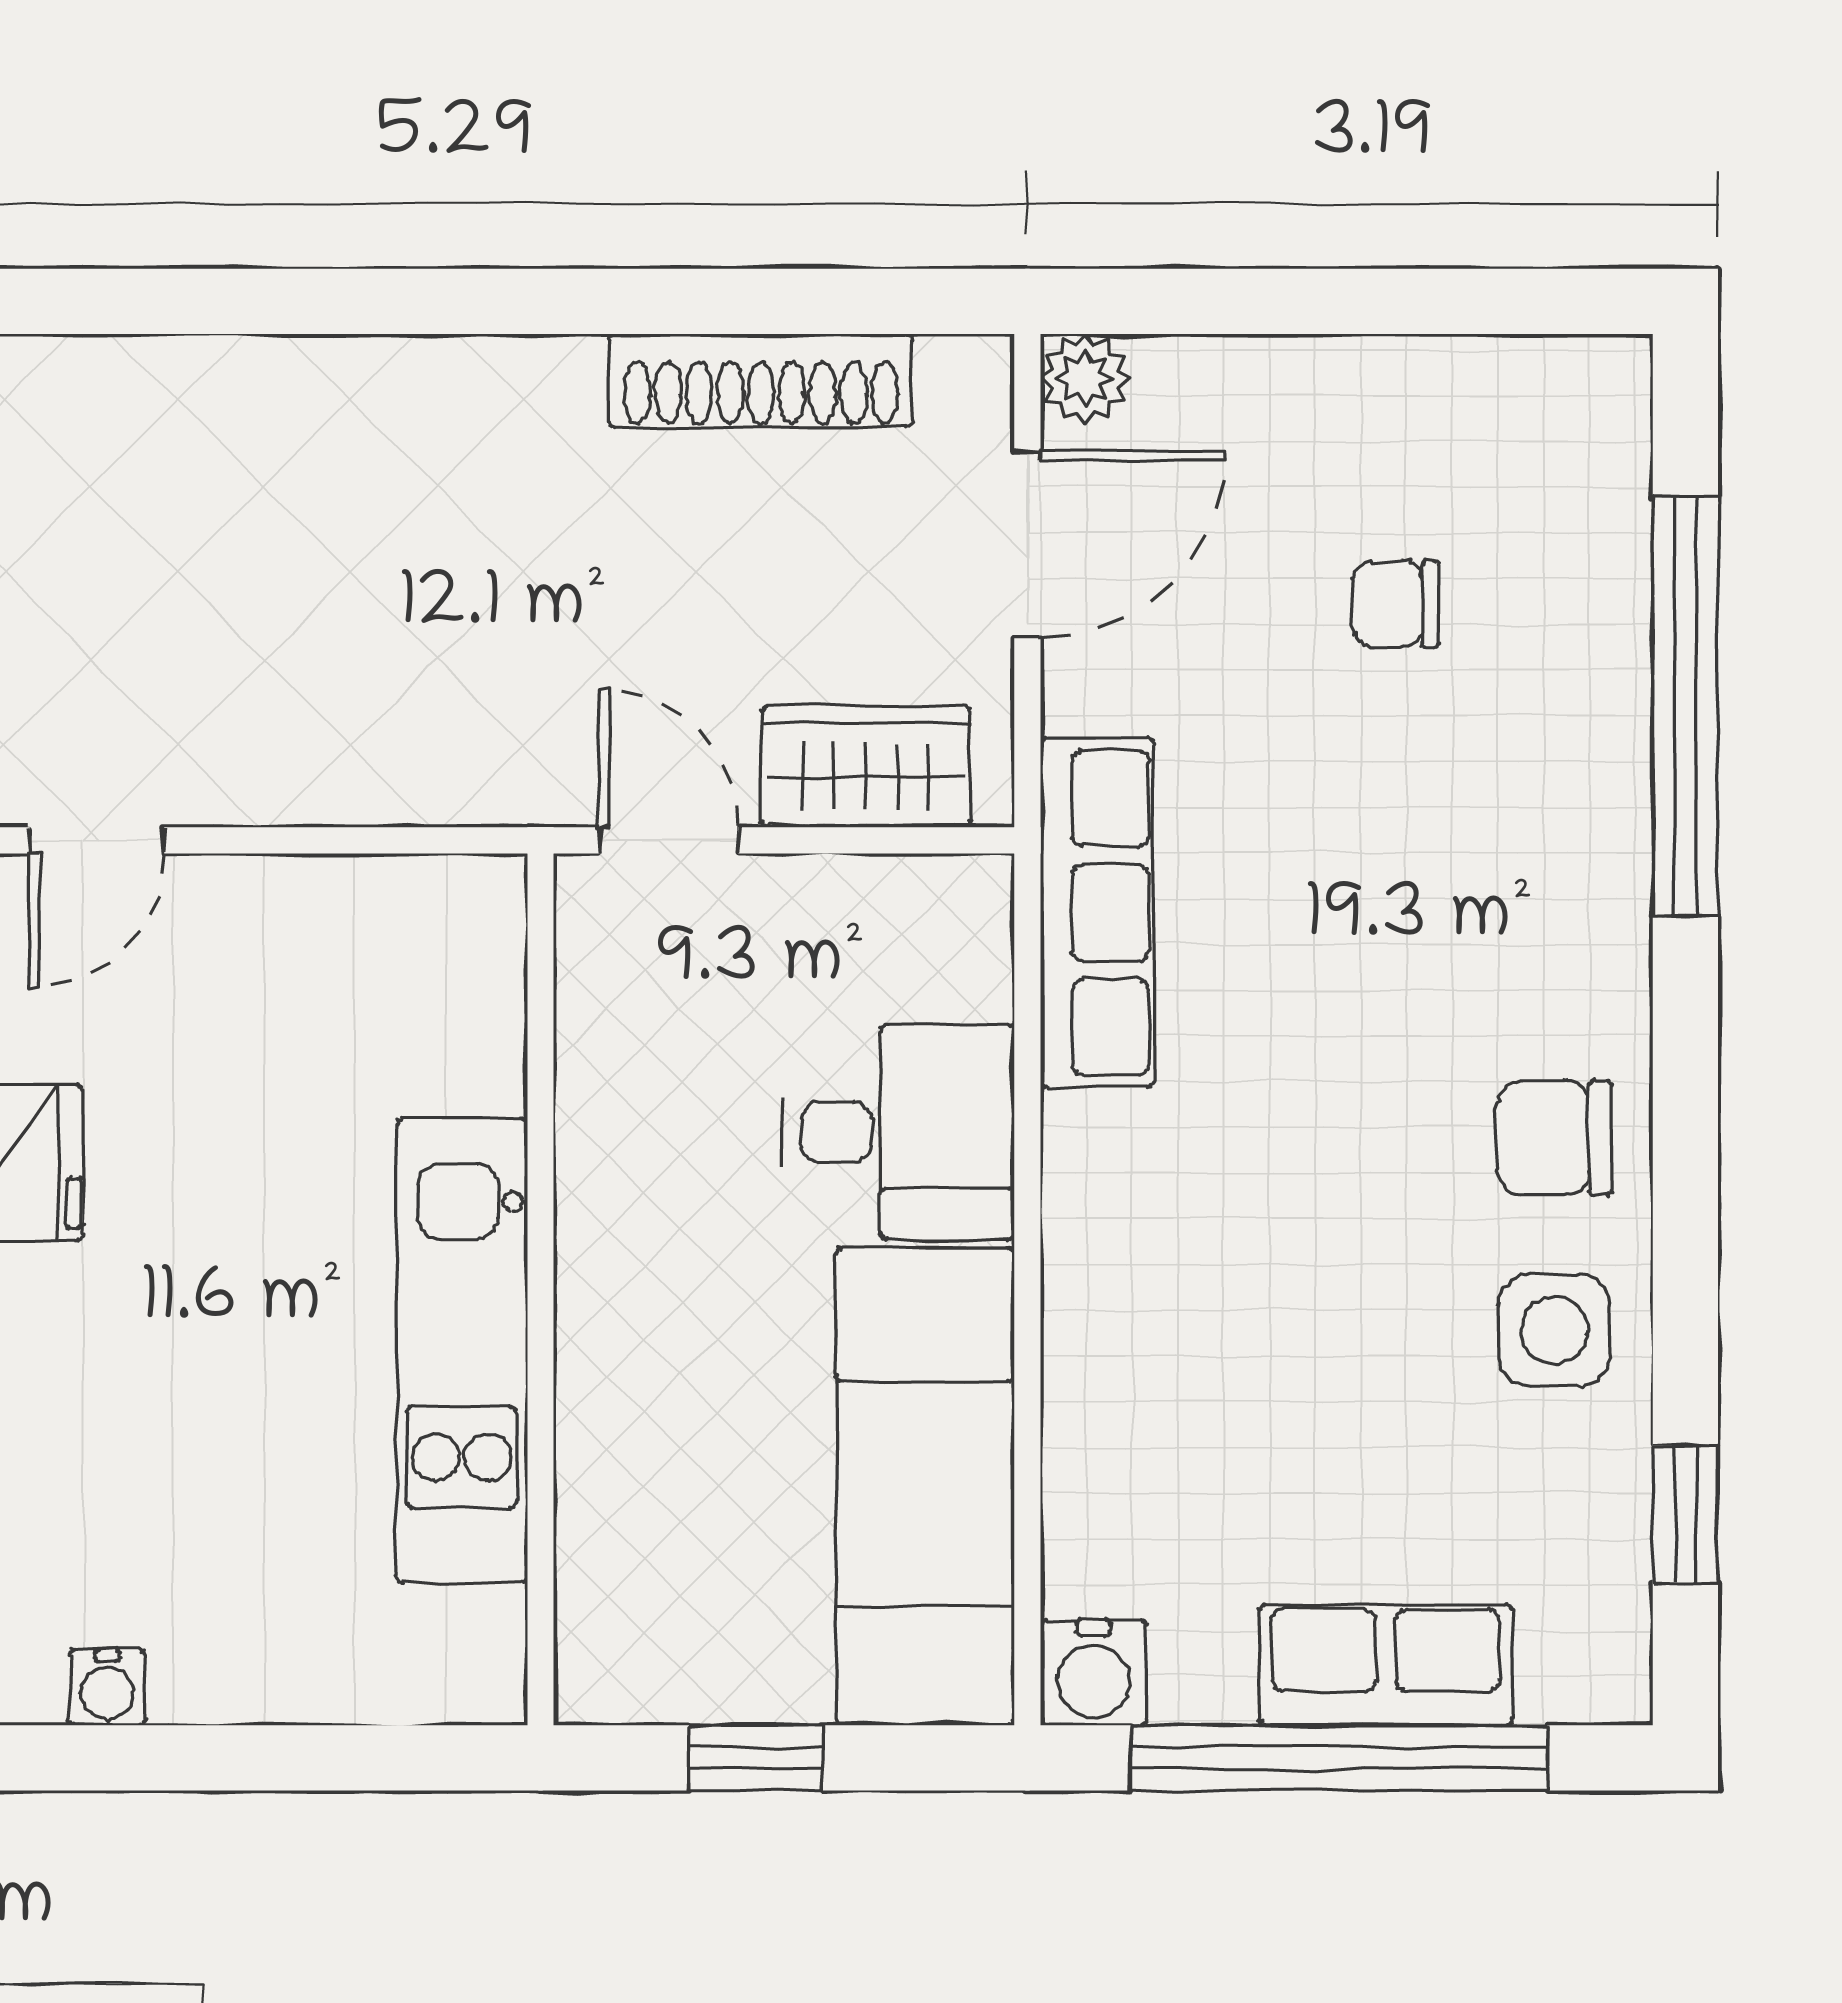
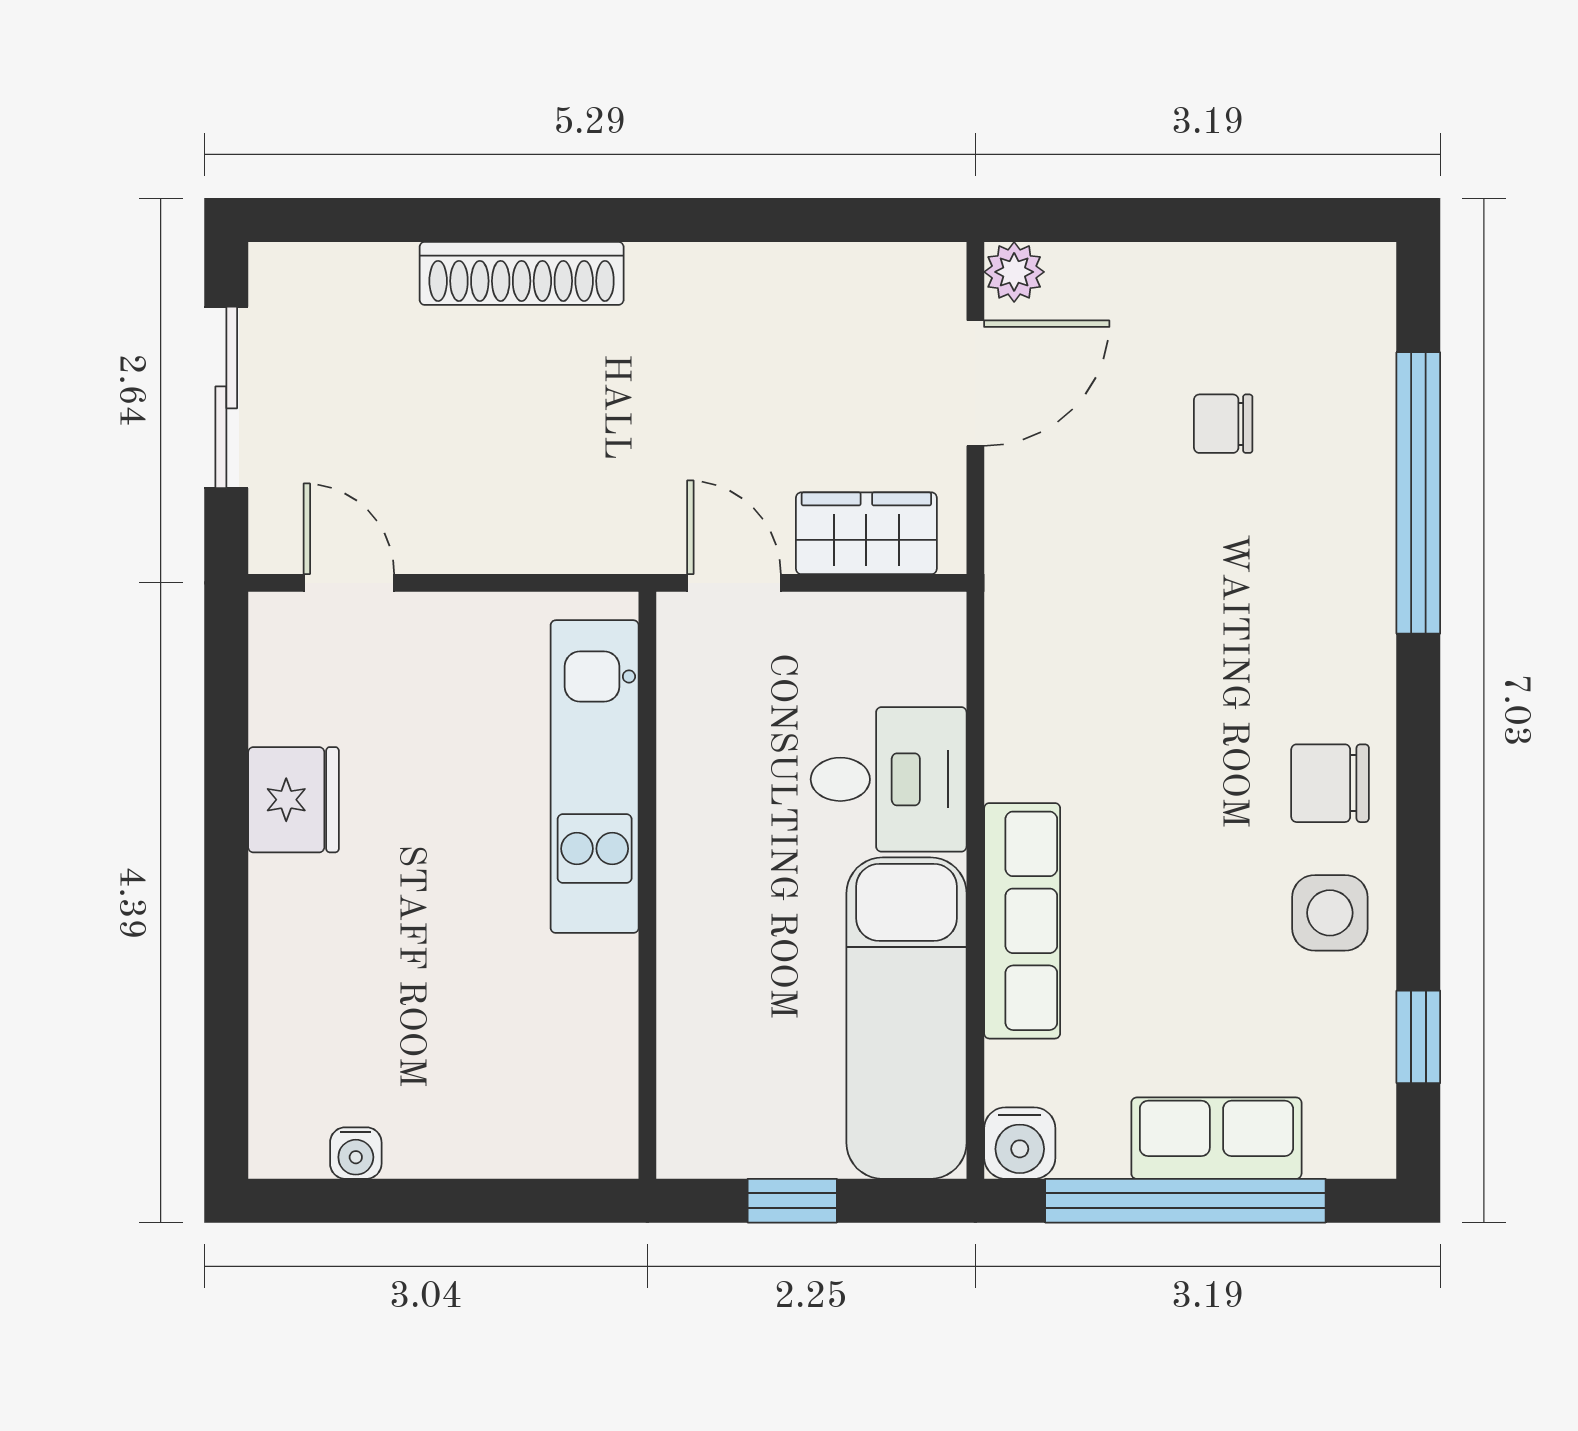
shoe rack: (761, 381) -> (522, 273), moved
door: (97, 840) -> (349, 583), swing flipped
row of seats: (1097, 913) -> (1022, 921), moved
kitchen unit: (462, 1350) -> (595, 777), moved

